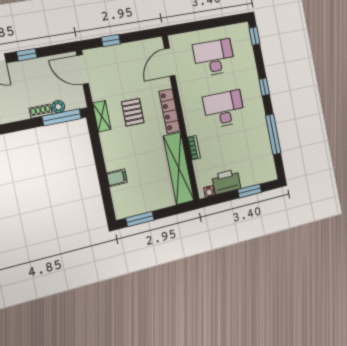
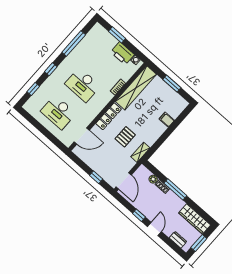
window: (255, 36) -> (33, 89), moved
window: (62, 117) -> (175, 189), moved
window: (140, 219) -> (172, 84), moved

